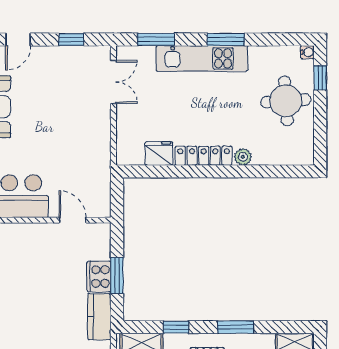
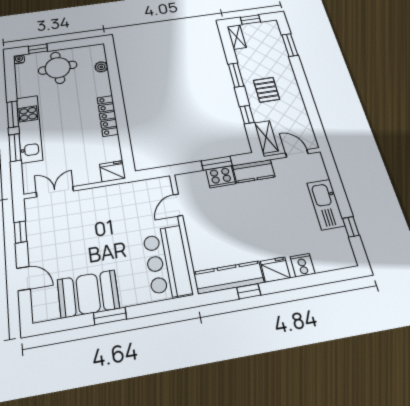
window: (156, 39) -> (15, 147), moved
fridge: (159, 153) -> (113, 171), moved, turned 90
plant: (243, 157) -> (101, 67), moved

